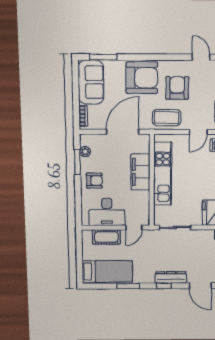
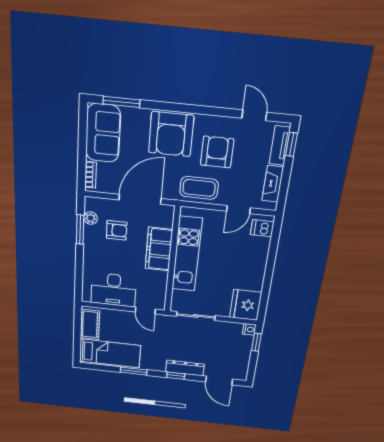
armchair: (142, 78) -> (171, 134), turned 90
armchair: (94, 181) -> (117, 230), moved
door: (134, 228) -> (145, 311), hinge flipped
cot: (106, 237) -> (90, 324), moved, turned 90

